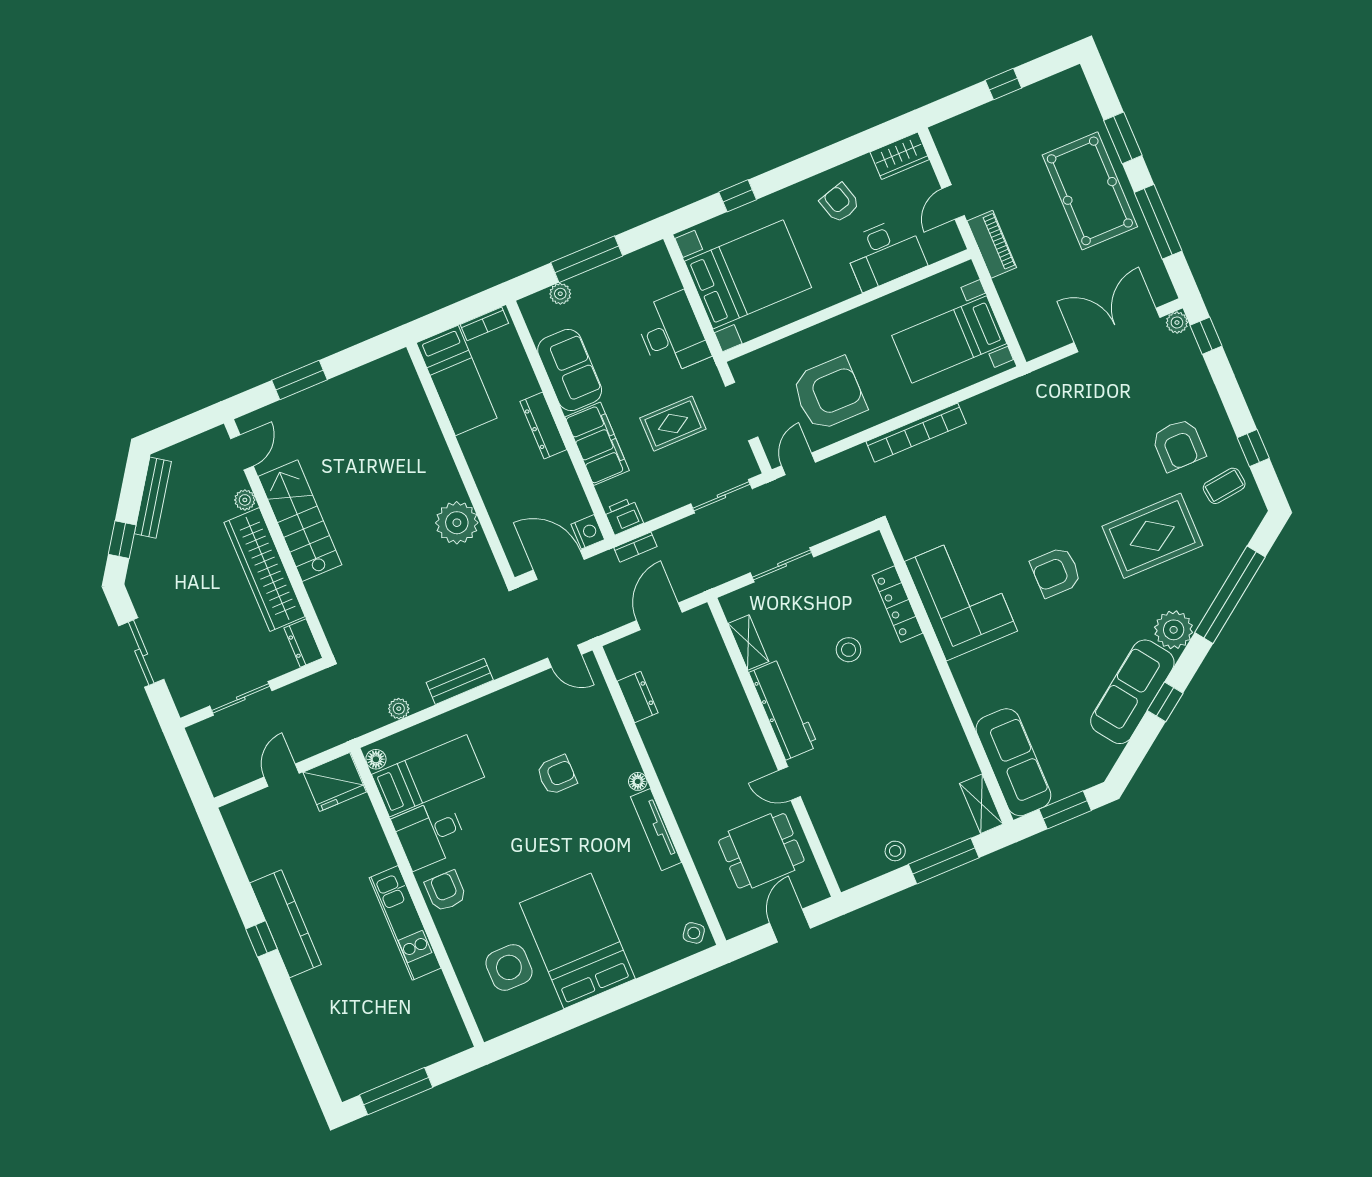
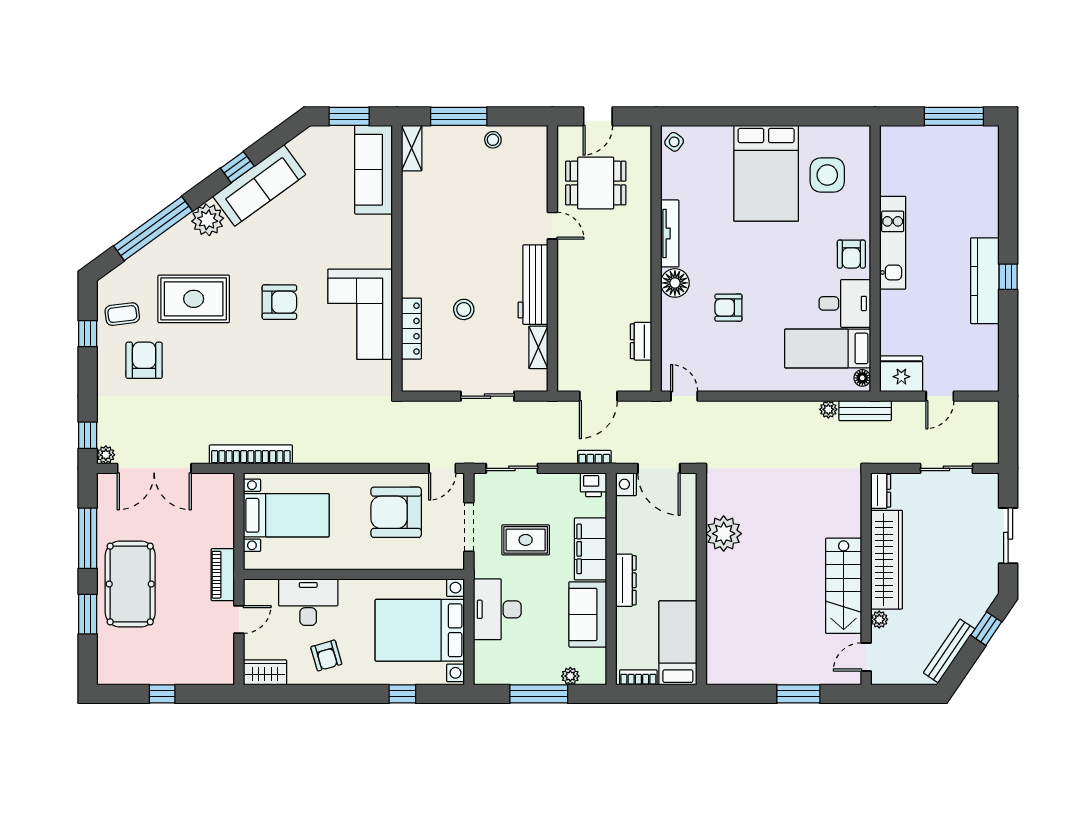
bookcase: (916, 433) -> (251, 454), moved
bench: (460, 681) -> (865, 411), moved
floor lamp: (638, 781) -> (675, 283), width x1.89, depth x1.89

